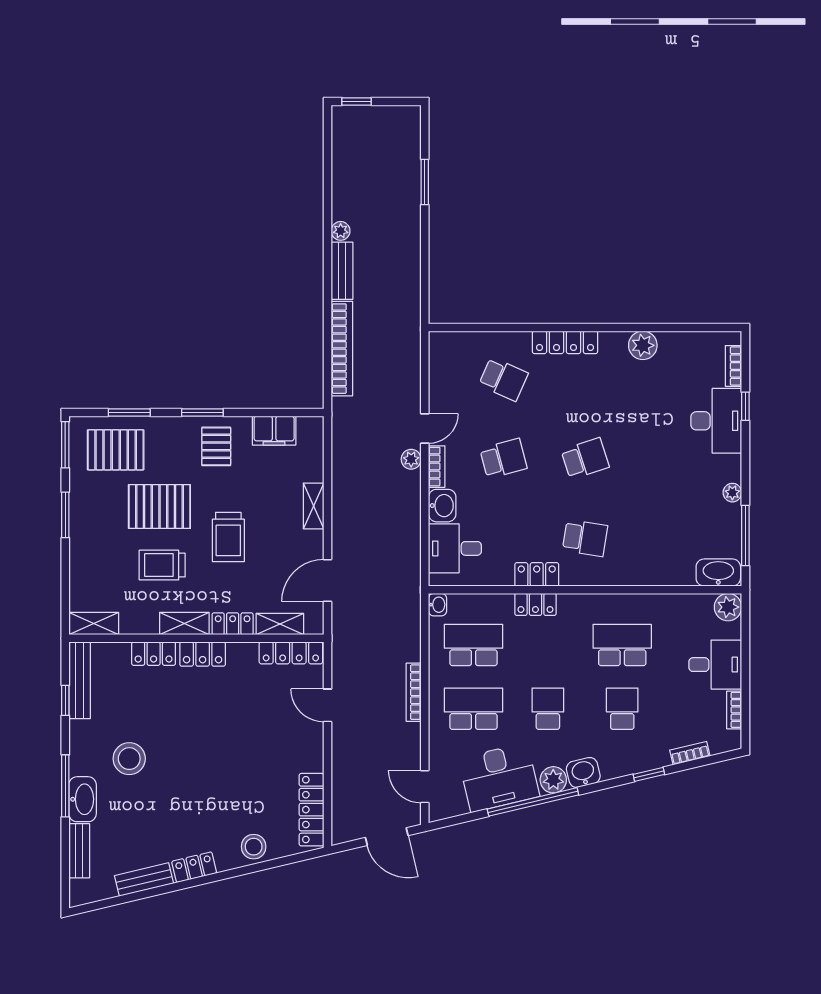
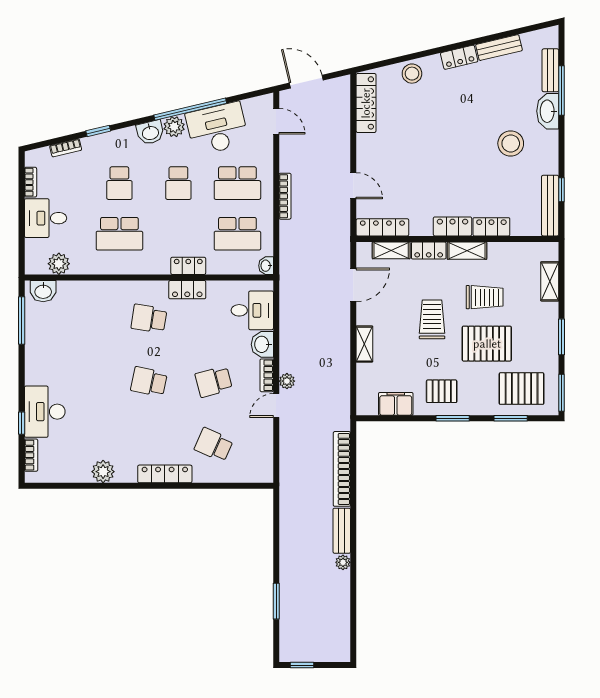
window: (356, 101) -> (302, 665), moved
pallet: (216, 446) -> (442, 391), turned 90
school desk: (585, 459) -> (149, 382), turned 30
plant: (732, 493) -> (32, 355), removed
washbasin: (718, 573) -> (43, 291), width x0.72
plant: (728, 607) -> (59, 264), moved
shelving: (94, 624) -> (550, 281), moved, turned 90
window: (65, 786) -> (562, 90), moved

